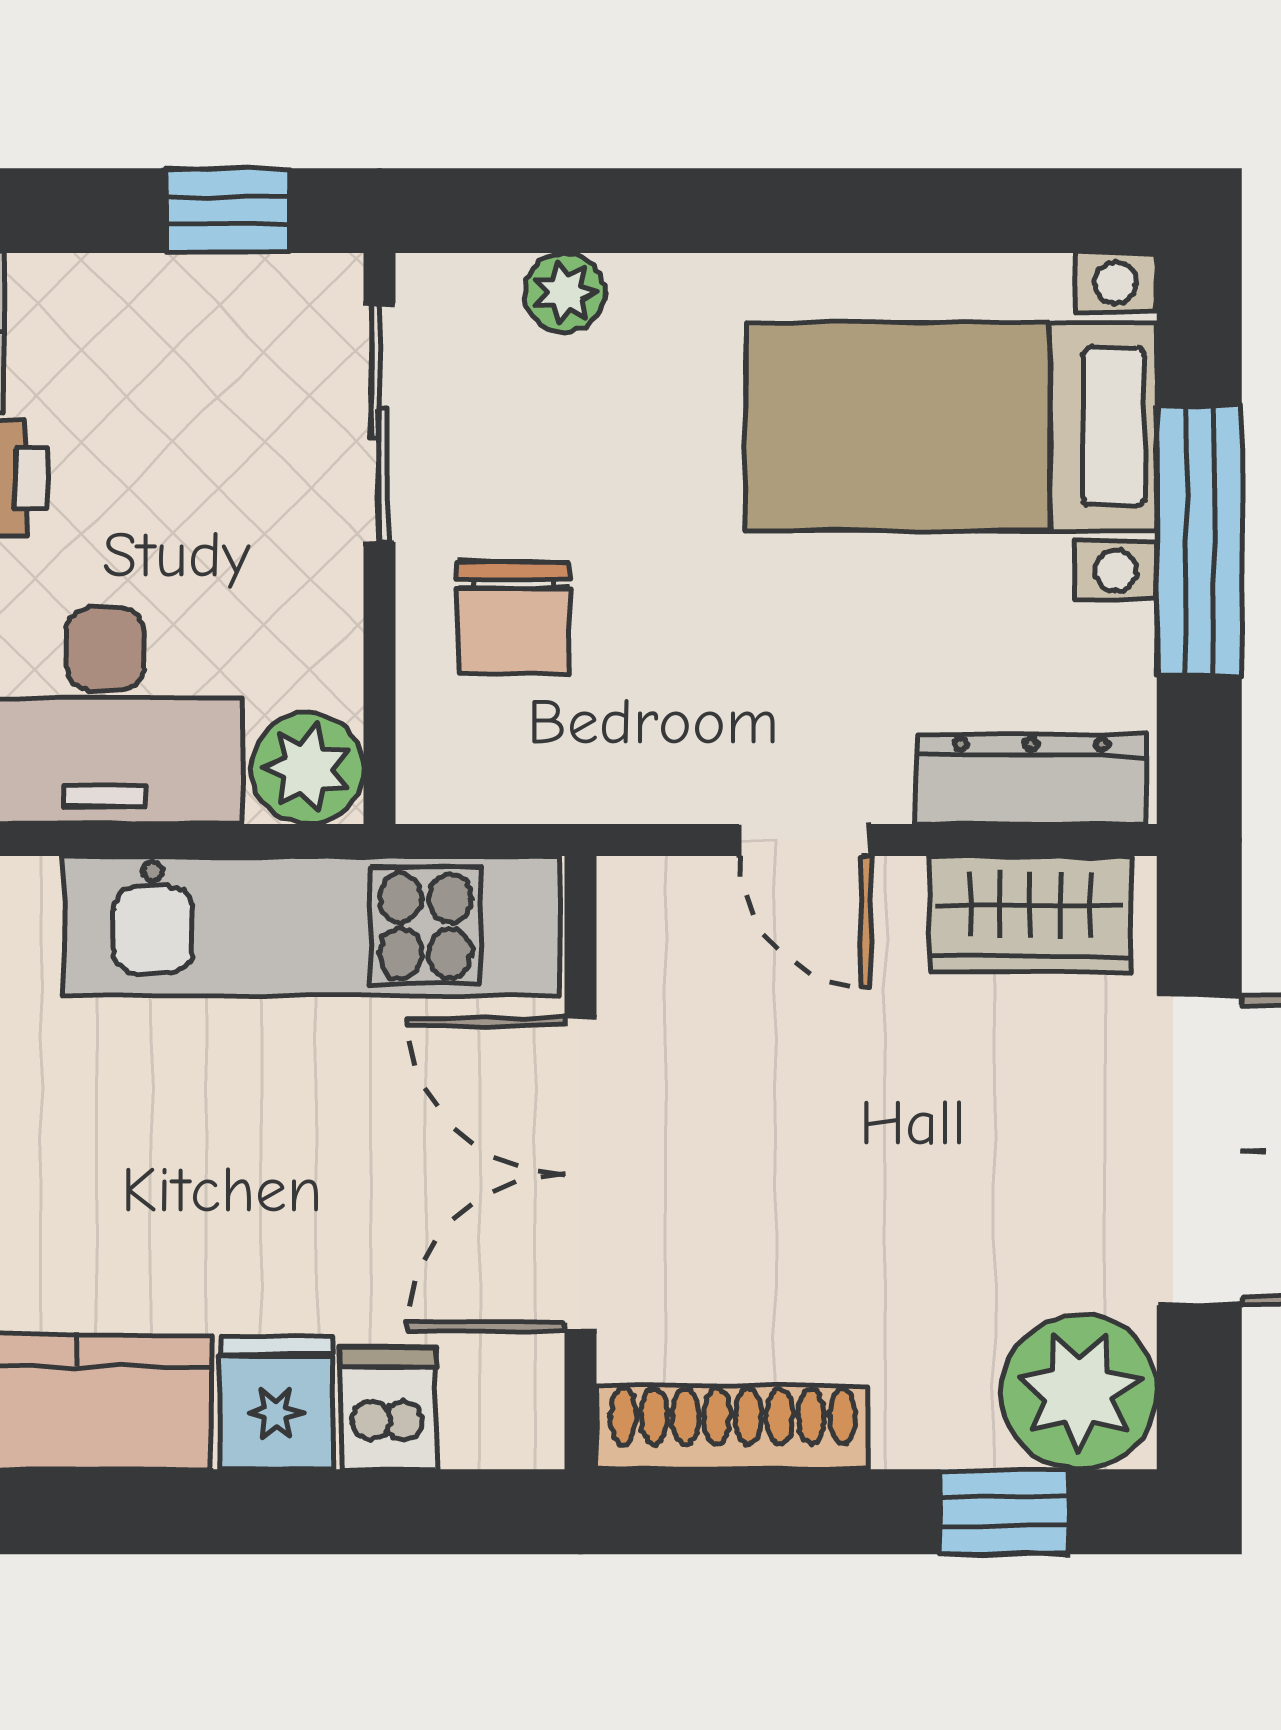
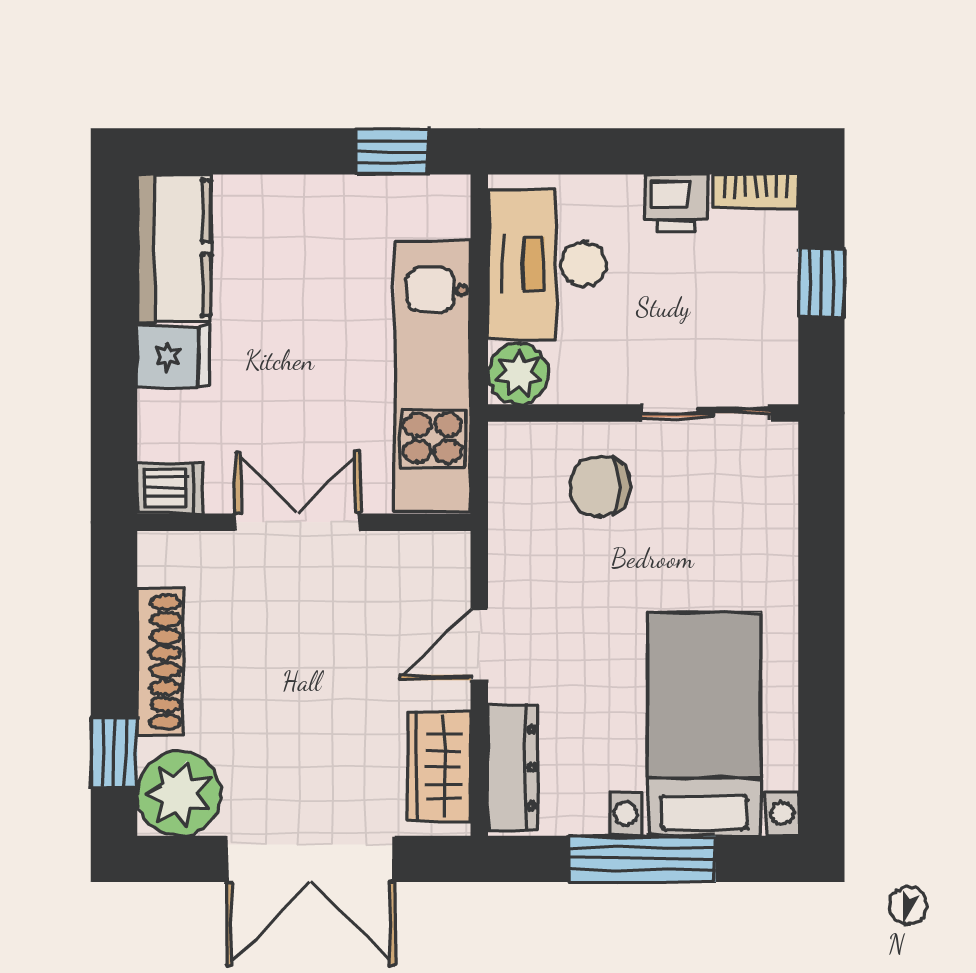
window: (227, 211) -> (821, 283), moved
plant: (565, 293) -> (777, 514), removed
double door: (580, 1174) -> (298, 522), width x0.73
dishwasher: (388, 1408) -> (170, 488), moved
shoe rack: (733, 1427) -> (160, 662), moved

